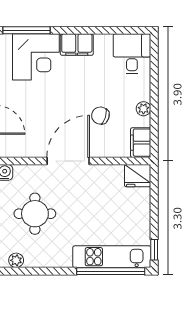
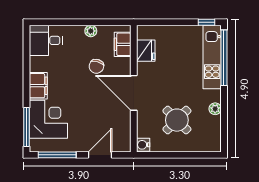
filing cabinet: (141, 143) -> (123, 44), moved, turned 90
fridge: (138, 176) -> (146, 51), moved
round table: (35, 214) -> (177, 120), turned 45
plant: (16, 260) -> (215, 109), moved

